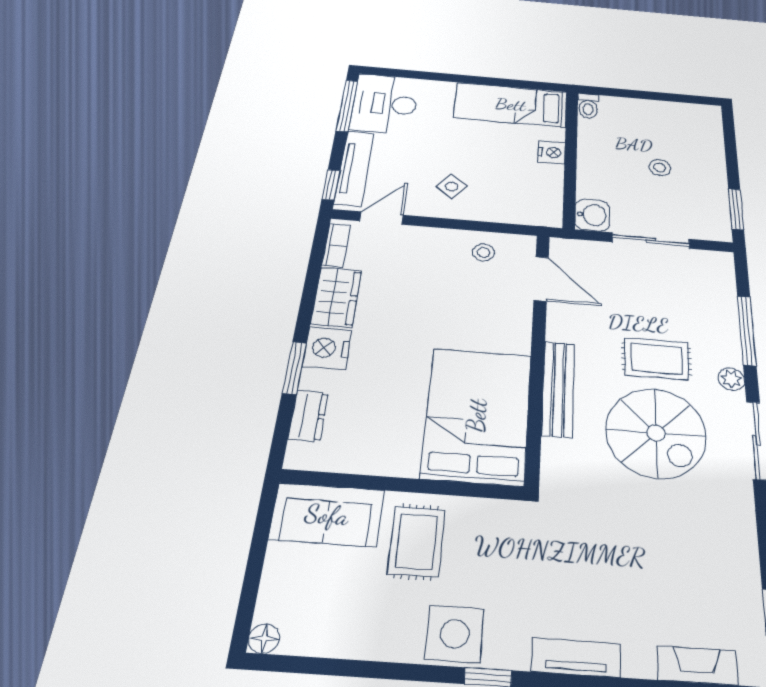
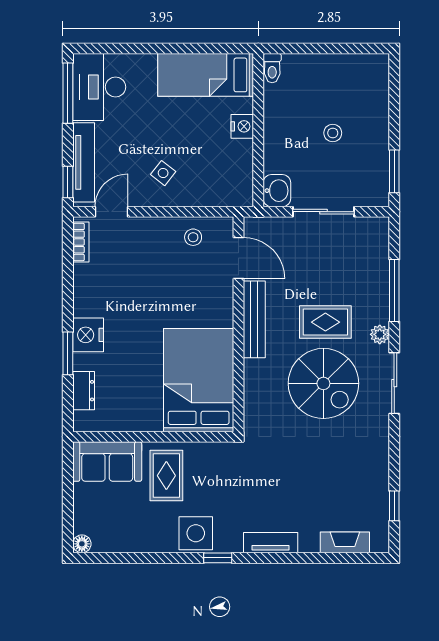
wardrobe: (336, 297) -> (88, 290), removed
bench: (558, 389) -> (254, 319), moved

